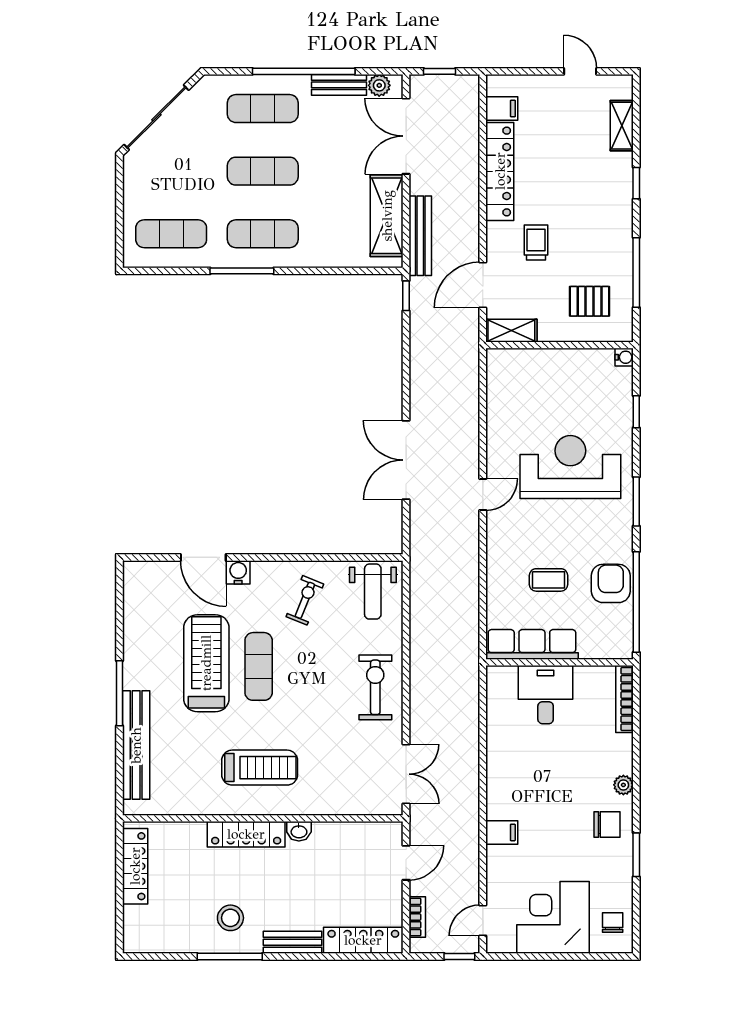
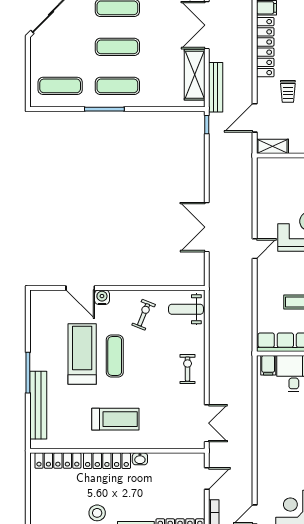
trolley: (536, 242) -> (288, 91), turned 180
weight bench: (373, 592) -> (186, 309), turned 90
exercise bike: (375, 687) -> (188, 369), width x0.73, depth x0.72
filing cabinet: (502, 832) -> (268, 365), moved, turned 90
locker: (135, 866) -> (58, 461), moved, turned 90

